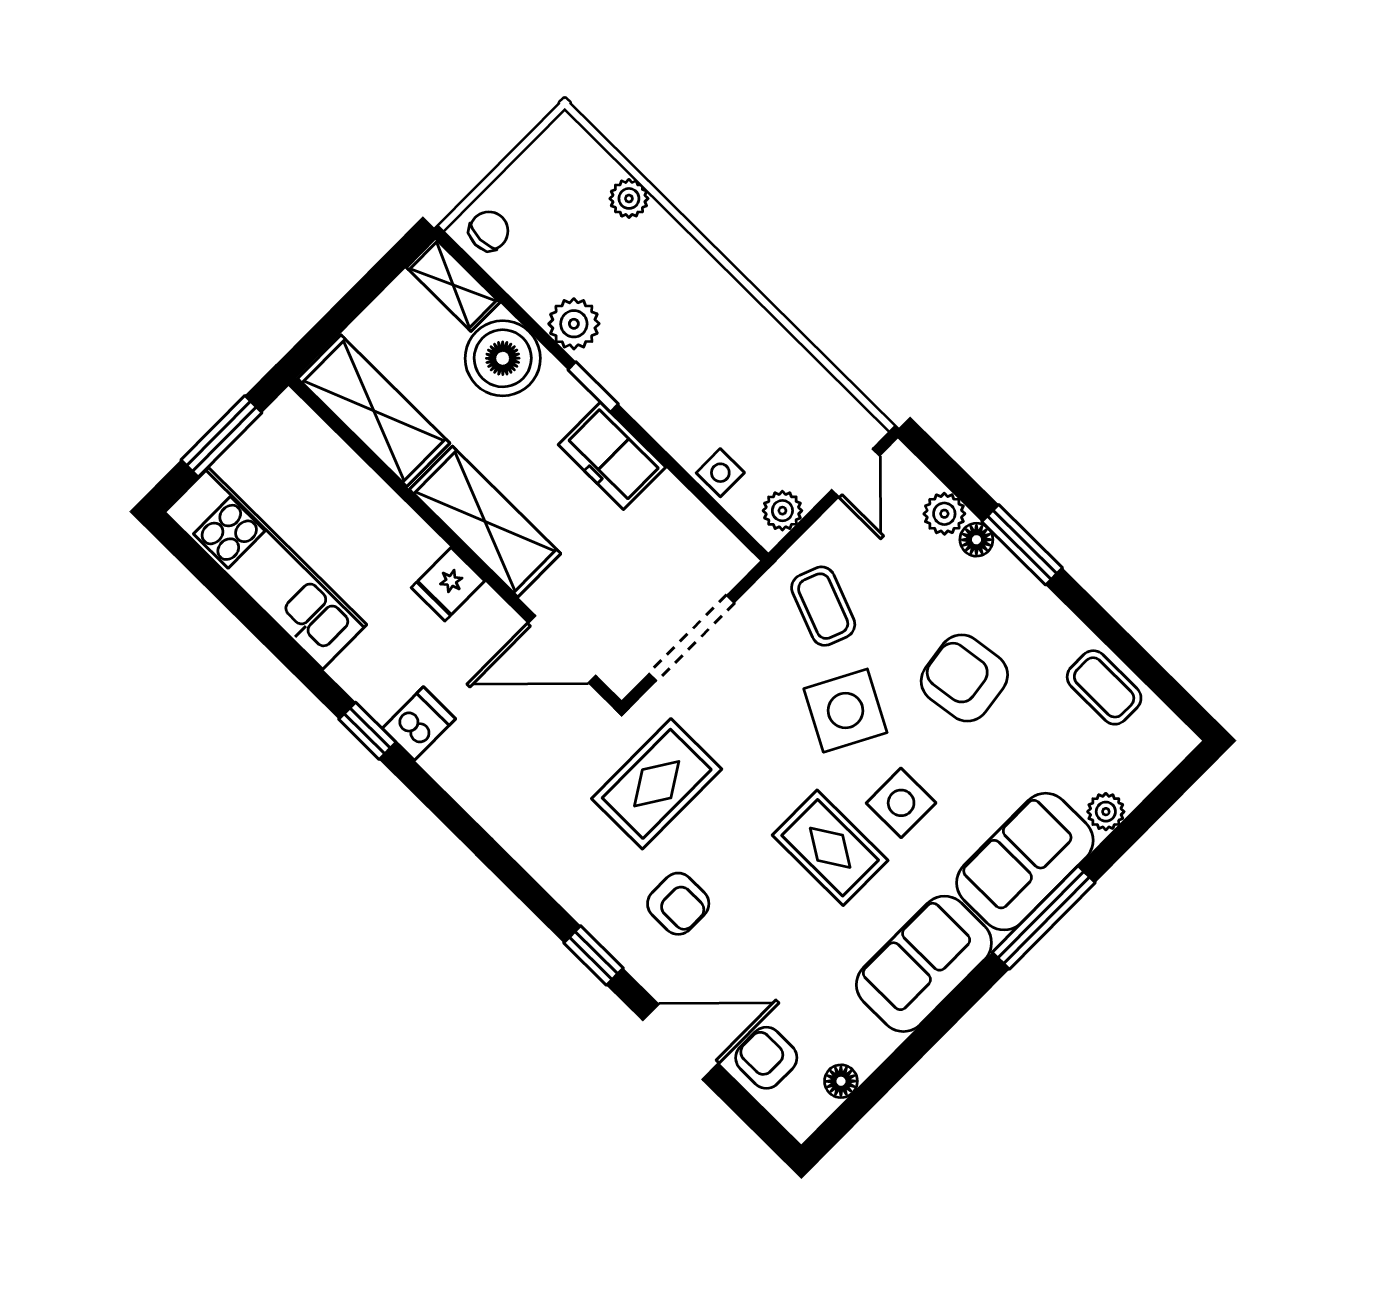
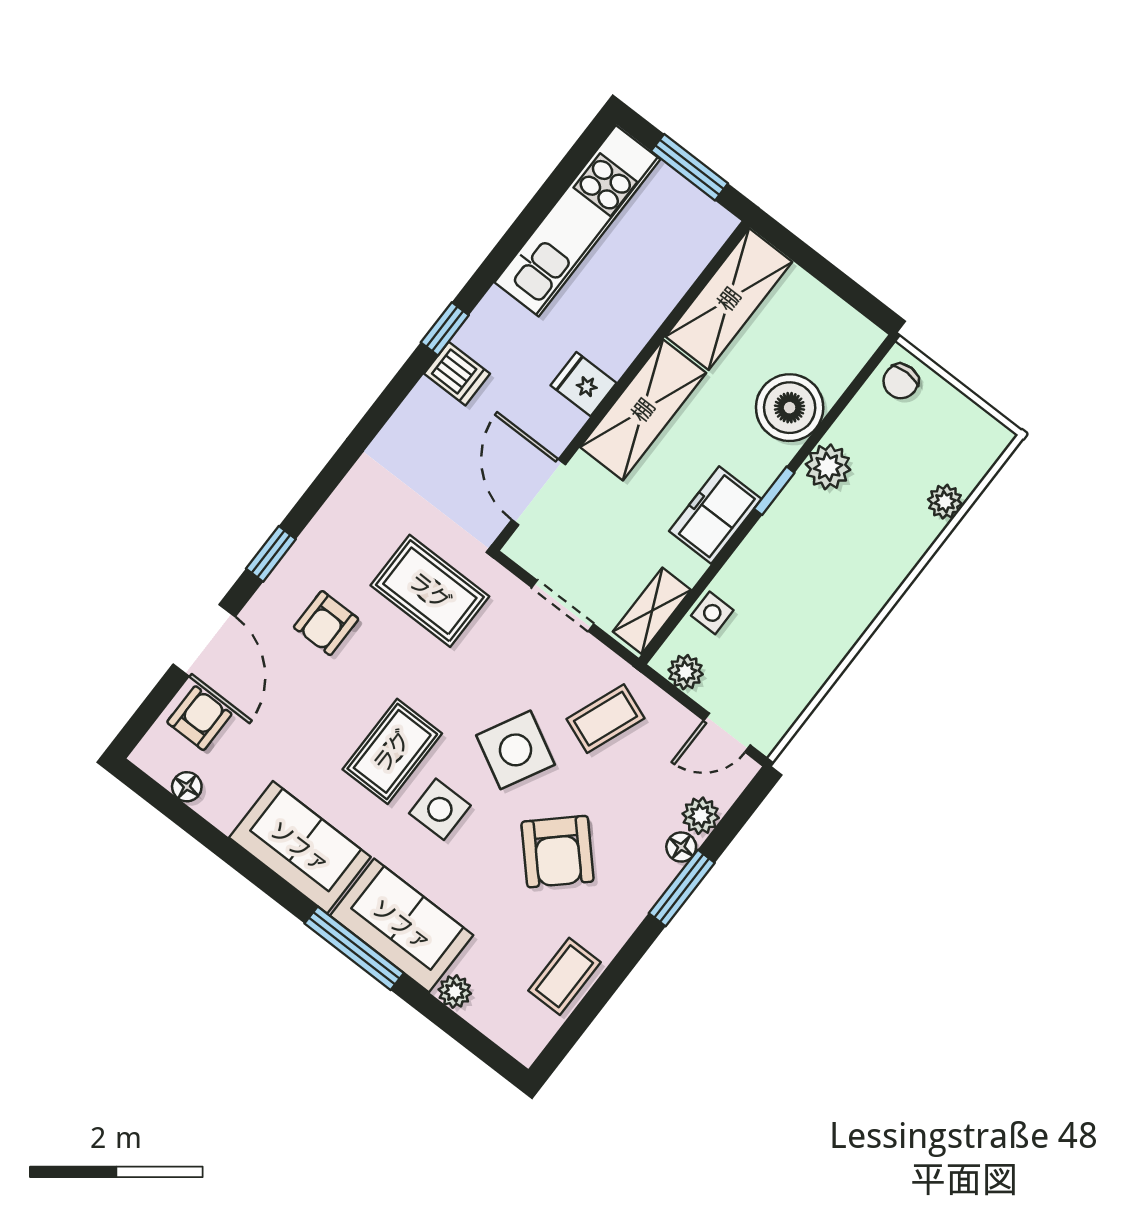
chair: (489, 231) -> (901, 381), turned 90
shelving: (453, 285) -> (652, 611), moved
doorway: (692, 638) -> (563, 606), width x0.73
armchair: (964, 678) -> (557, 852), turned 145

